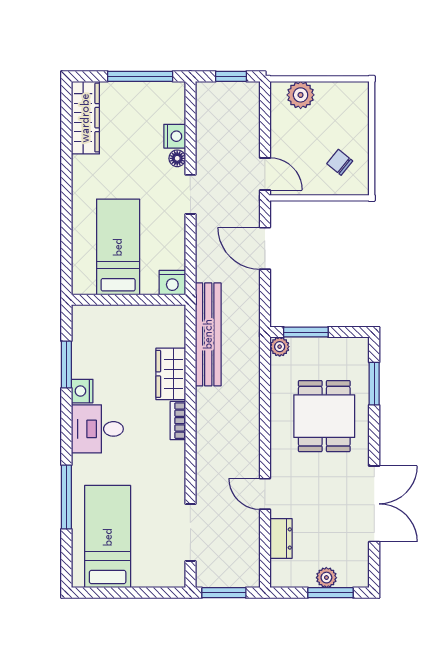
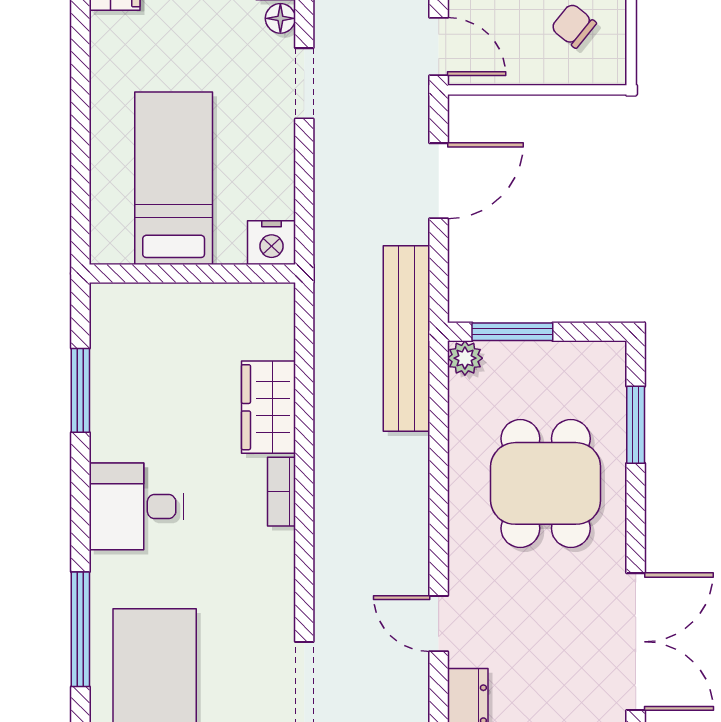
door: (265, 248) -> (439, 181), swing flipped
bench: (208, 334) -> (407, 338), moved
nightstand: (82, 391) -> (109, 438), removed

